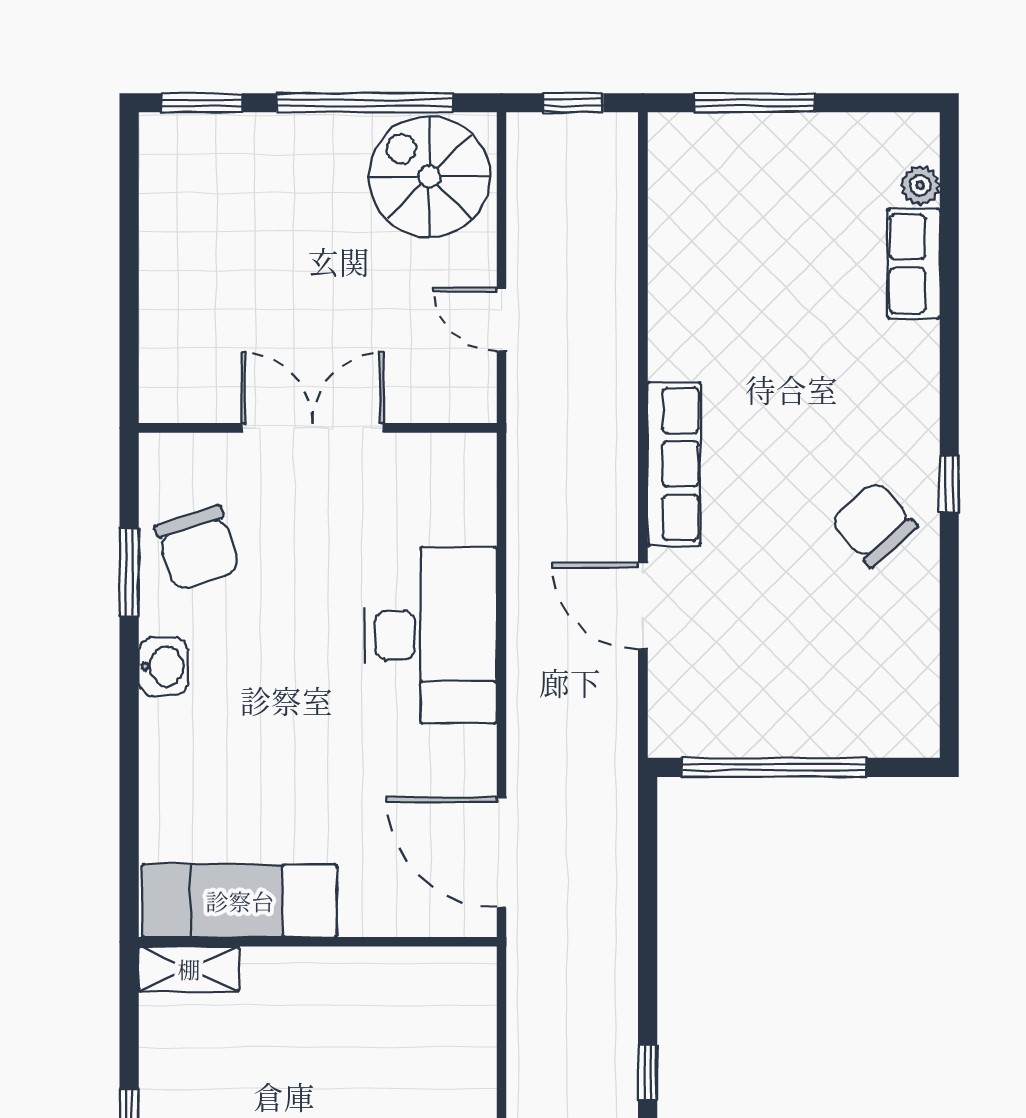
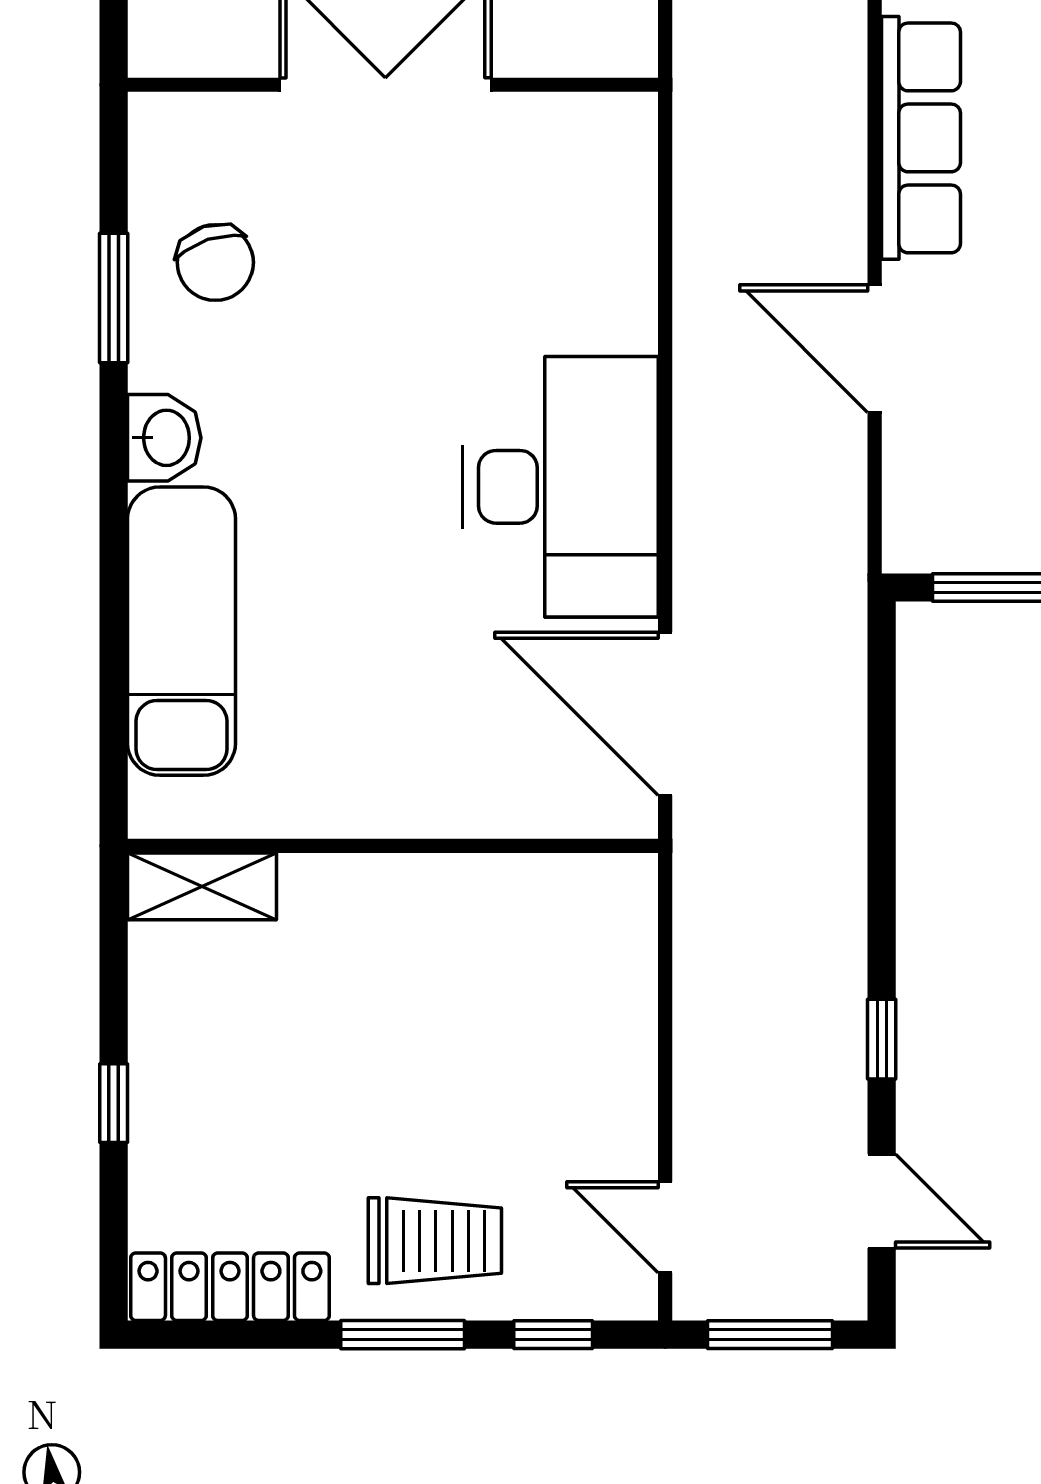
chair: (198, 548) -> (215, 262), width x0.73, depth x0.73
desk: (431, 635) -> (561, 487), moved
exam couch: (240, 901) -> (182, 631), moved, turned 90

